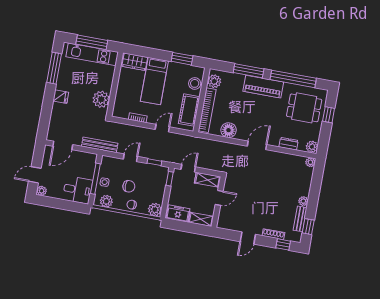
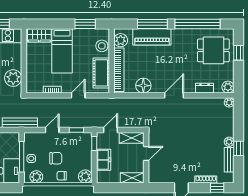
piano: (263, 87) -> (152, 37), moved
freezer: (178, 213) -> (104, 160), moved, turned 90
window: (308, 227) -> (238, 148), moved

